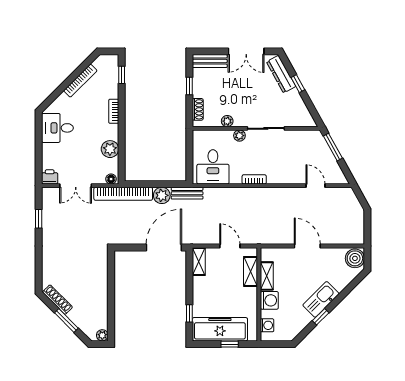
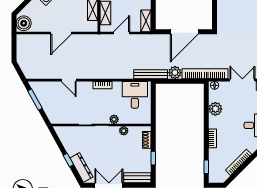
window: (333, 147) -> (35, 100), moved
door: (315, 186) -> (69, 80), moved
bench: (187, 193) -> (151, 74), width x1.36
door: (230, 246) -> (122, 33), swing flipped
door: (307, 246) -> (61, 33), hinge flipped
door: (164, 248) -> (184, 32), moved

